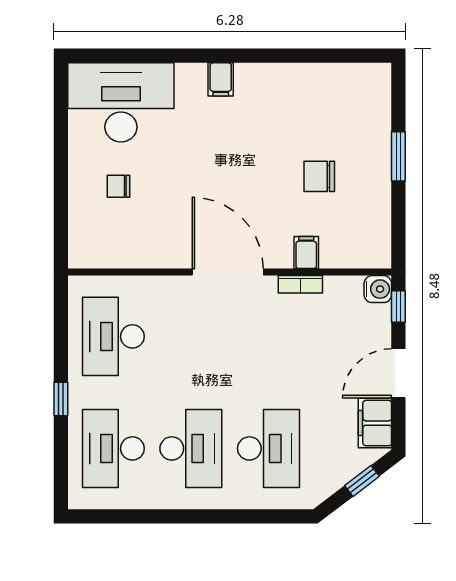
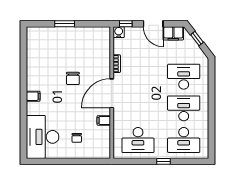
chair: (319, 176) -> (73, 78), moved
filing cabinet: (306, 253) -> (104, 120), moved

